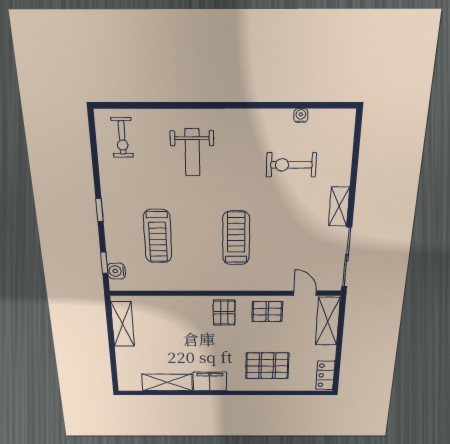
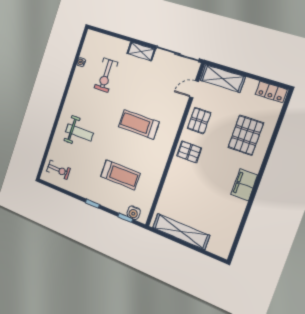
shelving: (123, 324) -> (181, 231), width x1.47
shelving: (167, 382) -> (233, 218), removed

